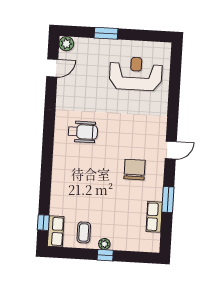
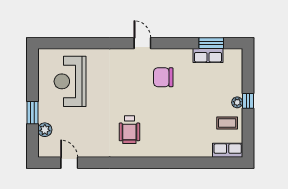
plant: (66, 44) -> (45, 130), moved
wheelchair: (83, 132) -> (129, 130), turned 180
window: (168, 200) -> (211, 43), moved
window: (43, 223) -> (220, 163), removed

